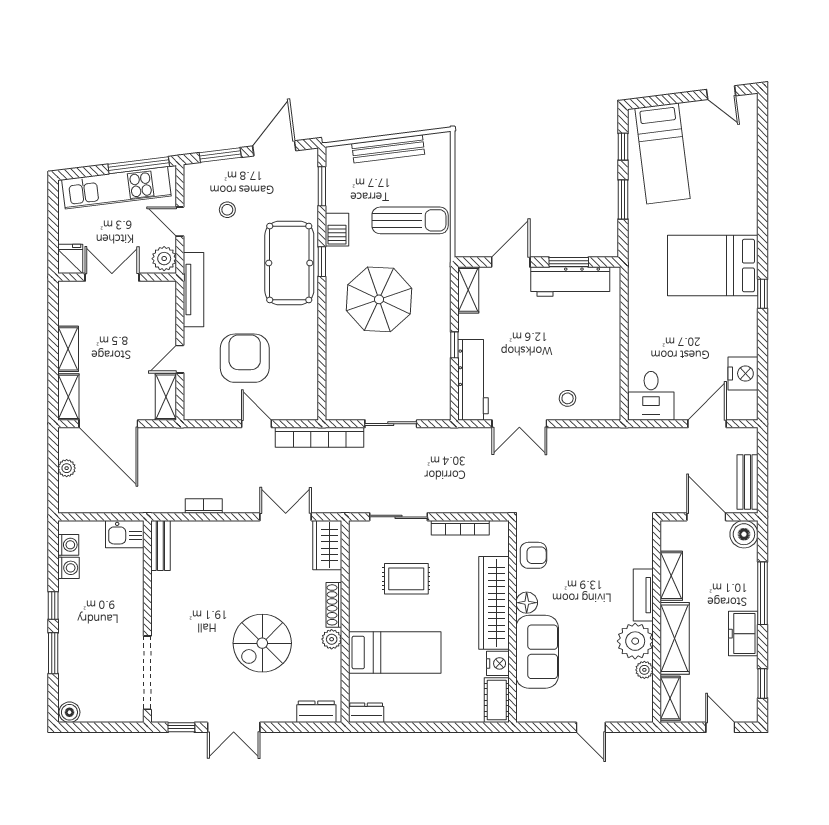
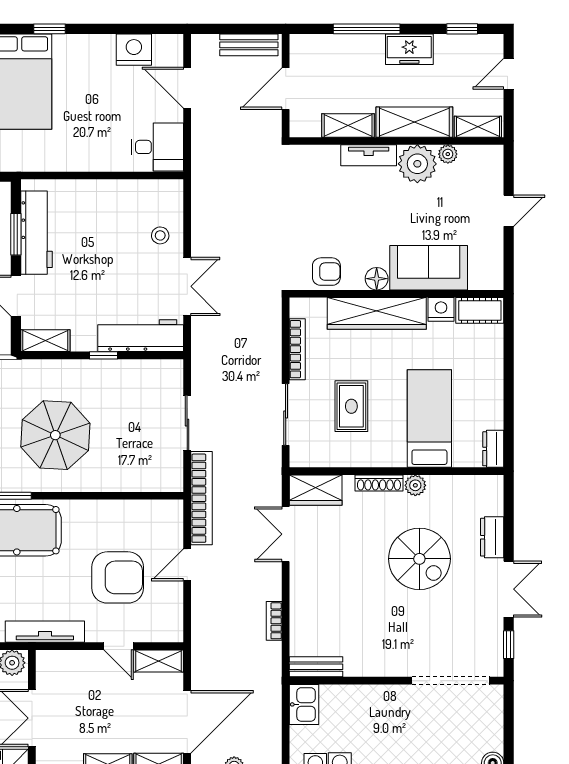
armchair: (245, 358) -> (118, 577), turned 180
boiler: (744, 534) -> (304, 49), removed
armchair: (533, 555) -> (326, 272), turned 90
dresser: (316, 712) -> (492, 537), moved

